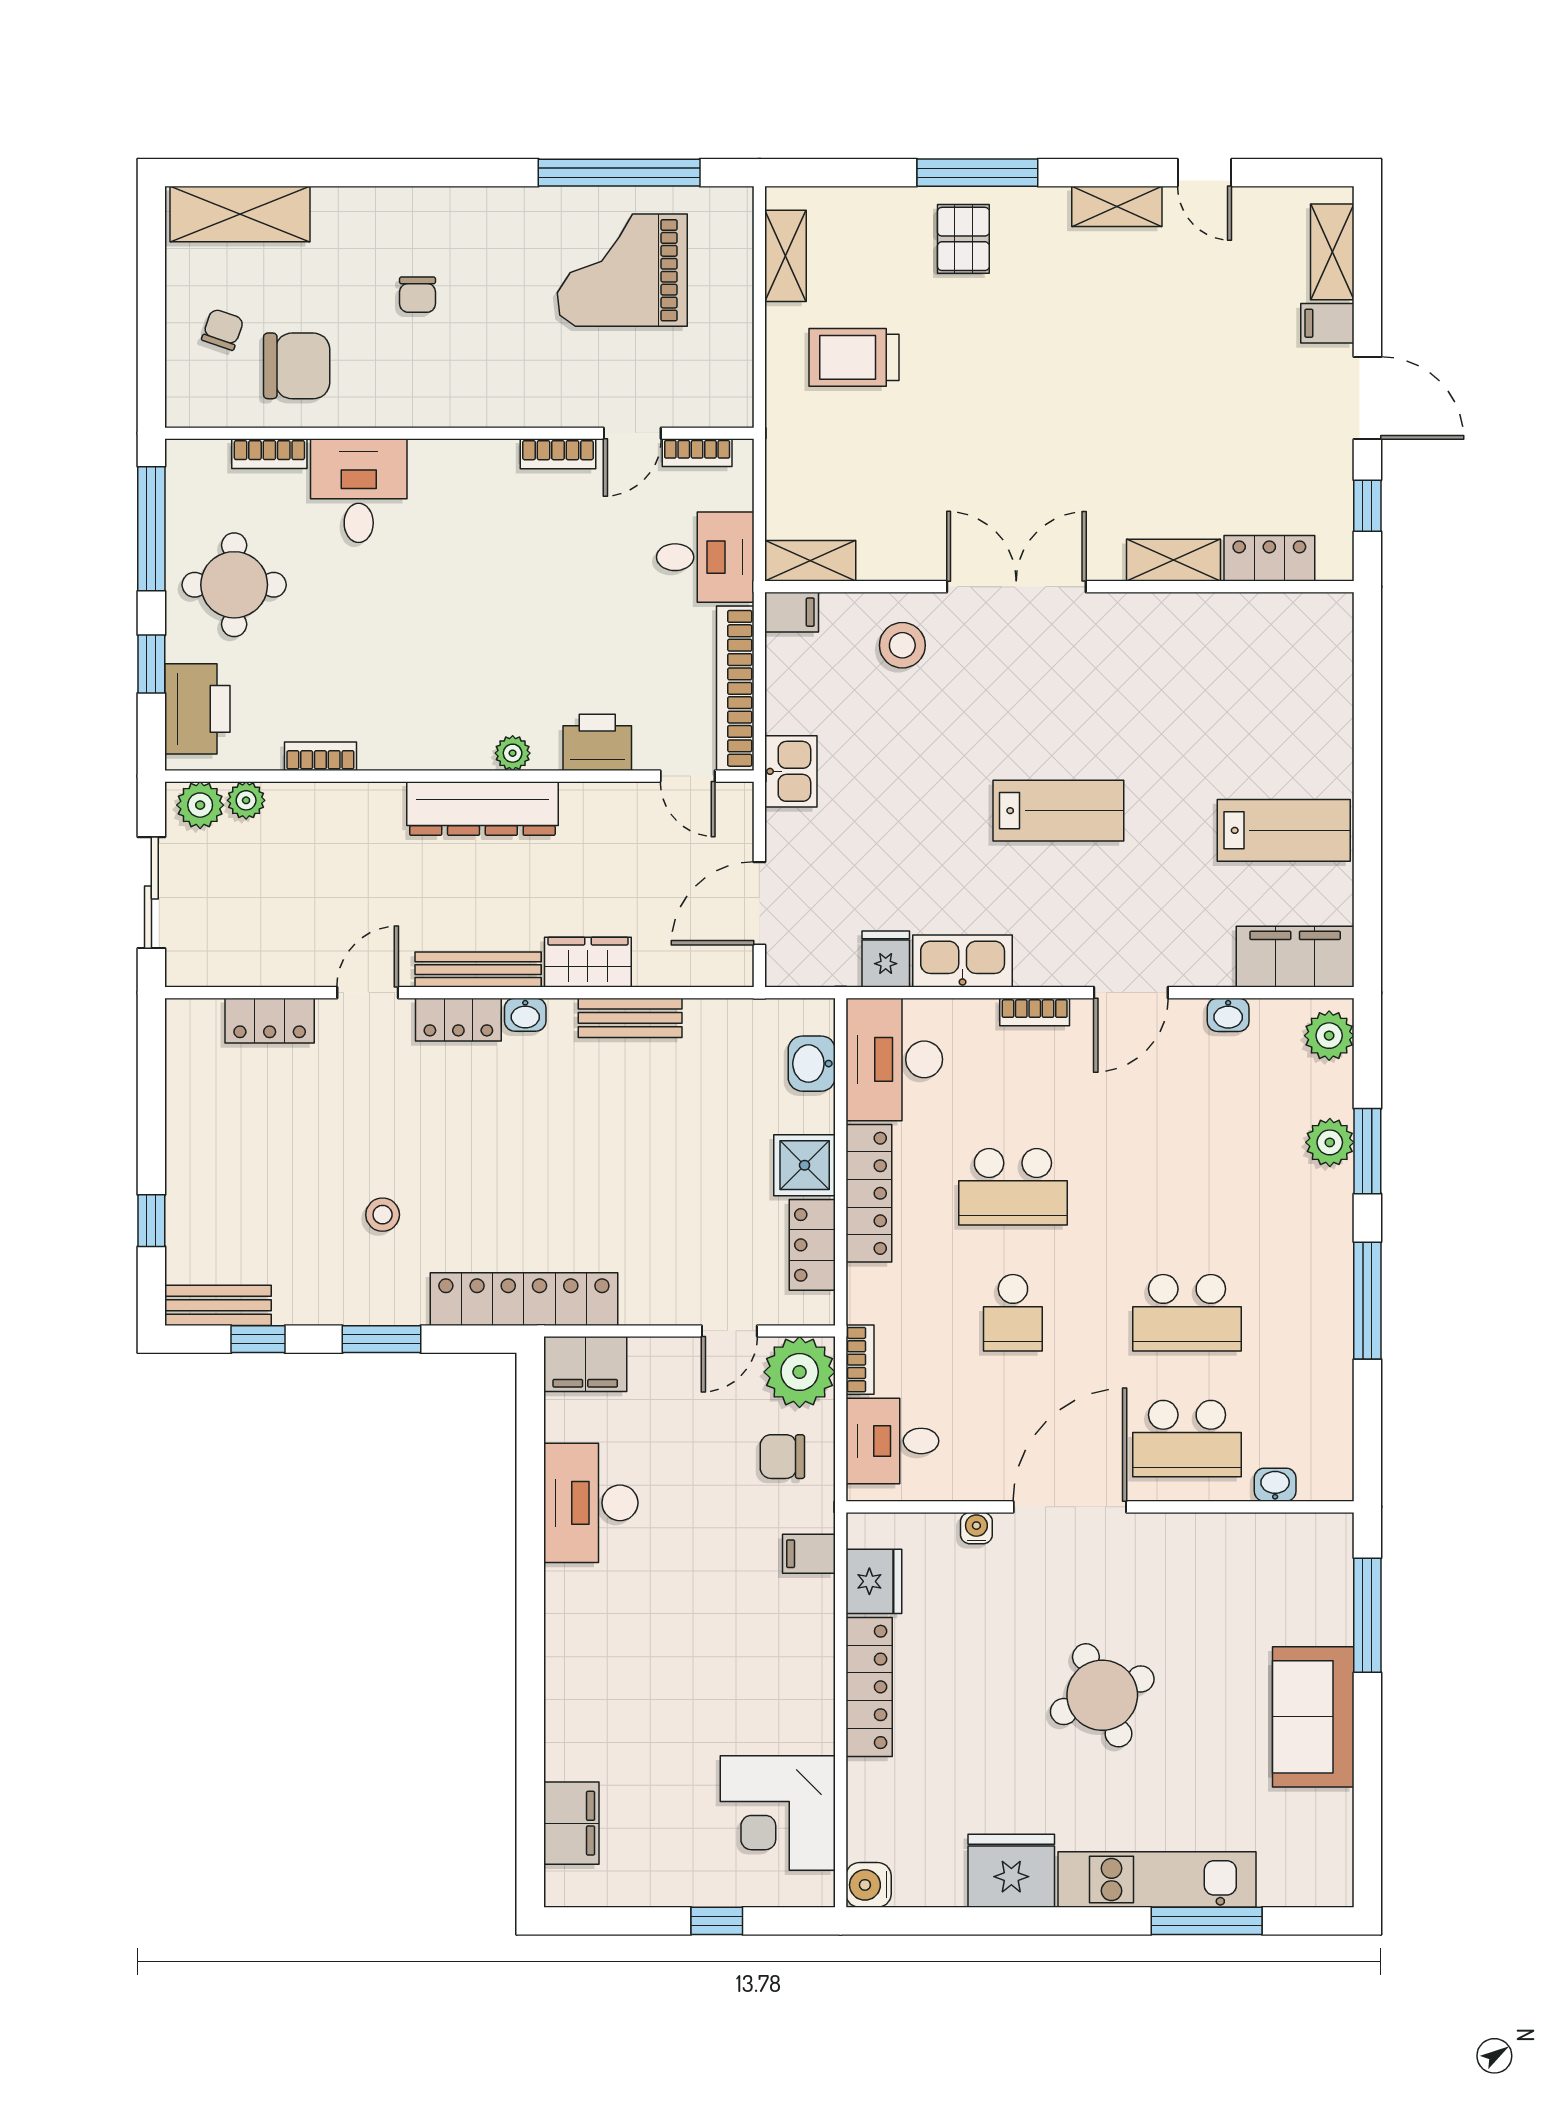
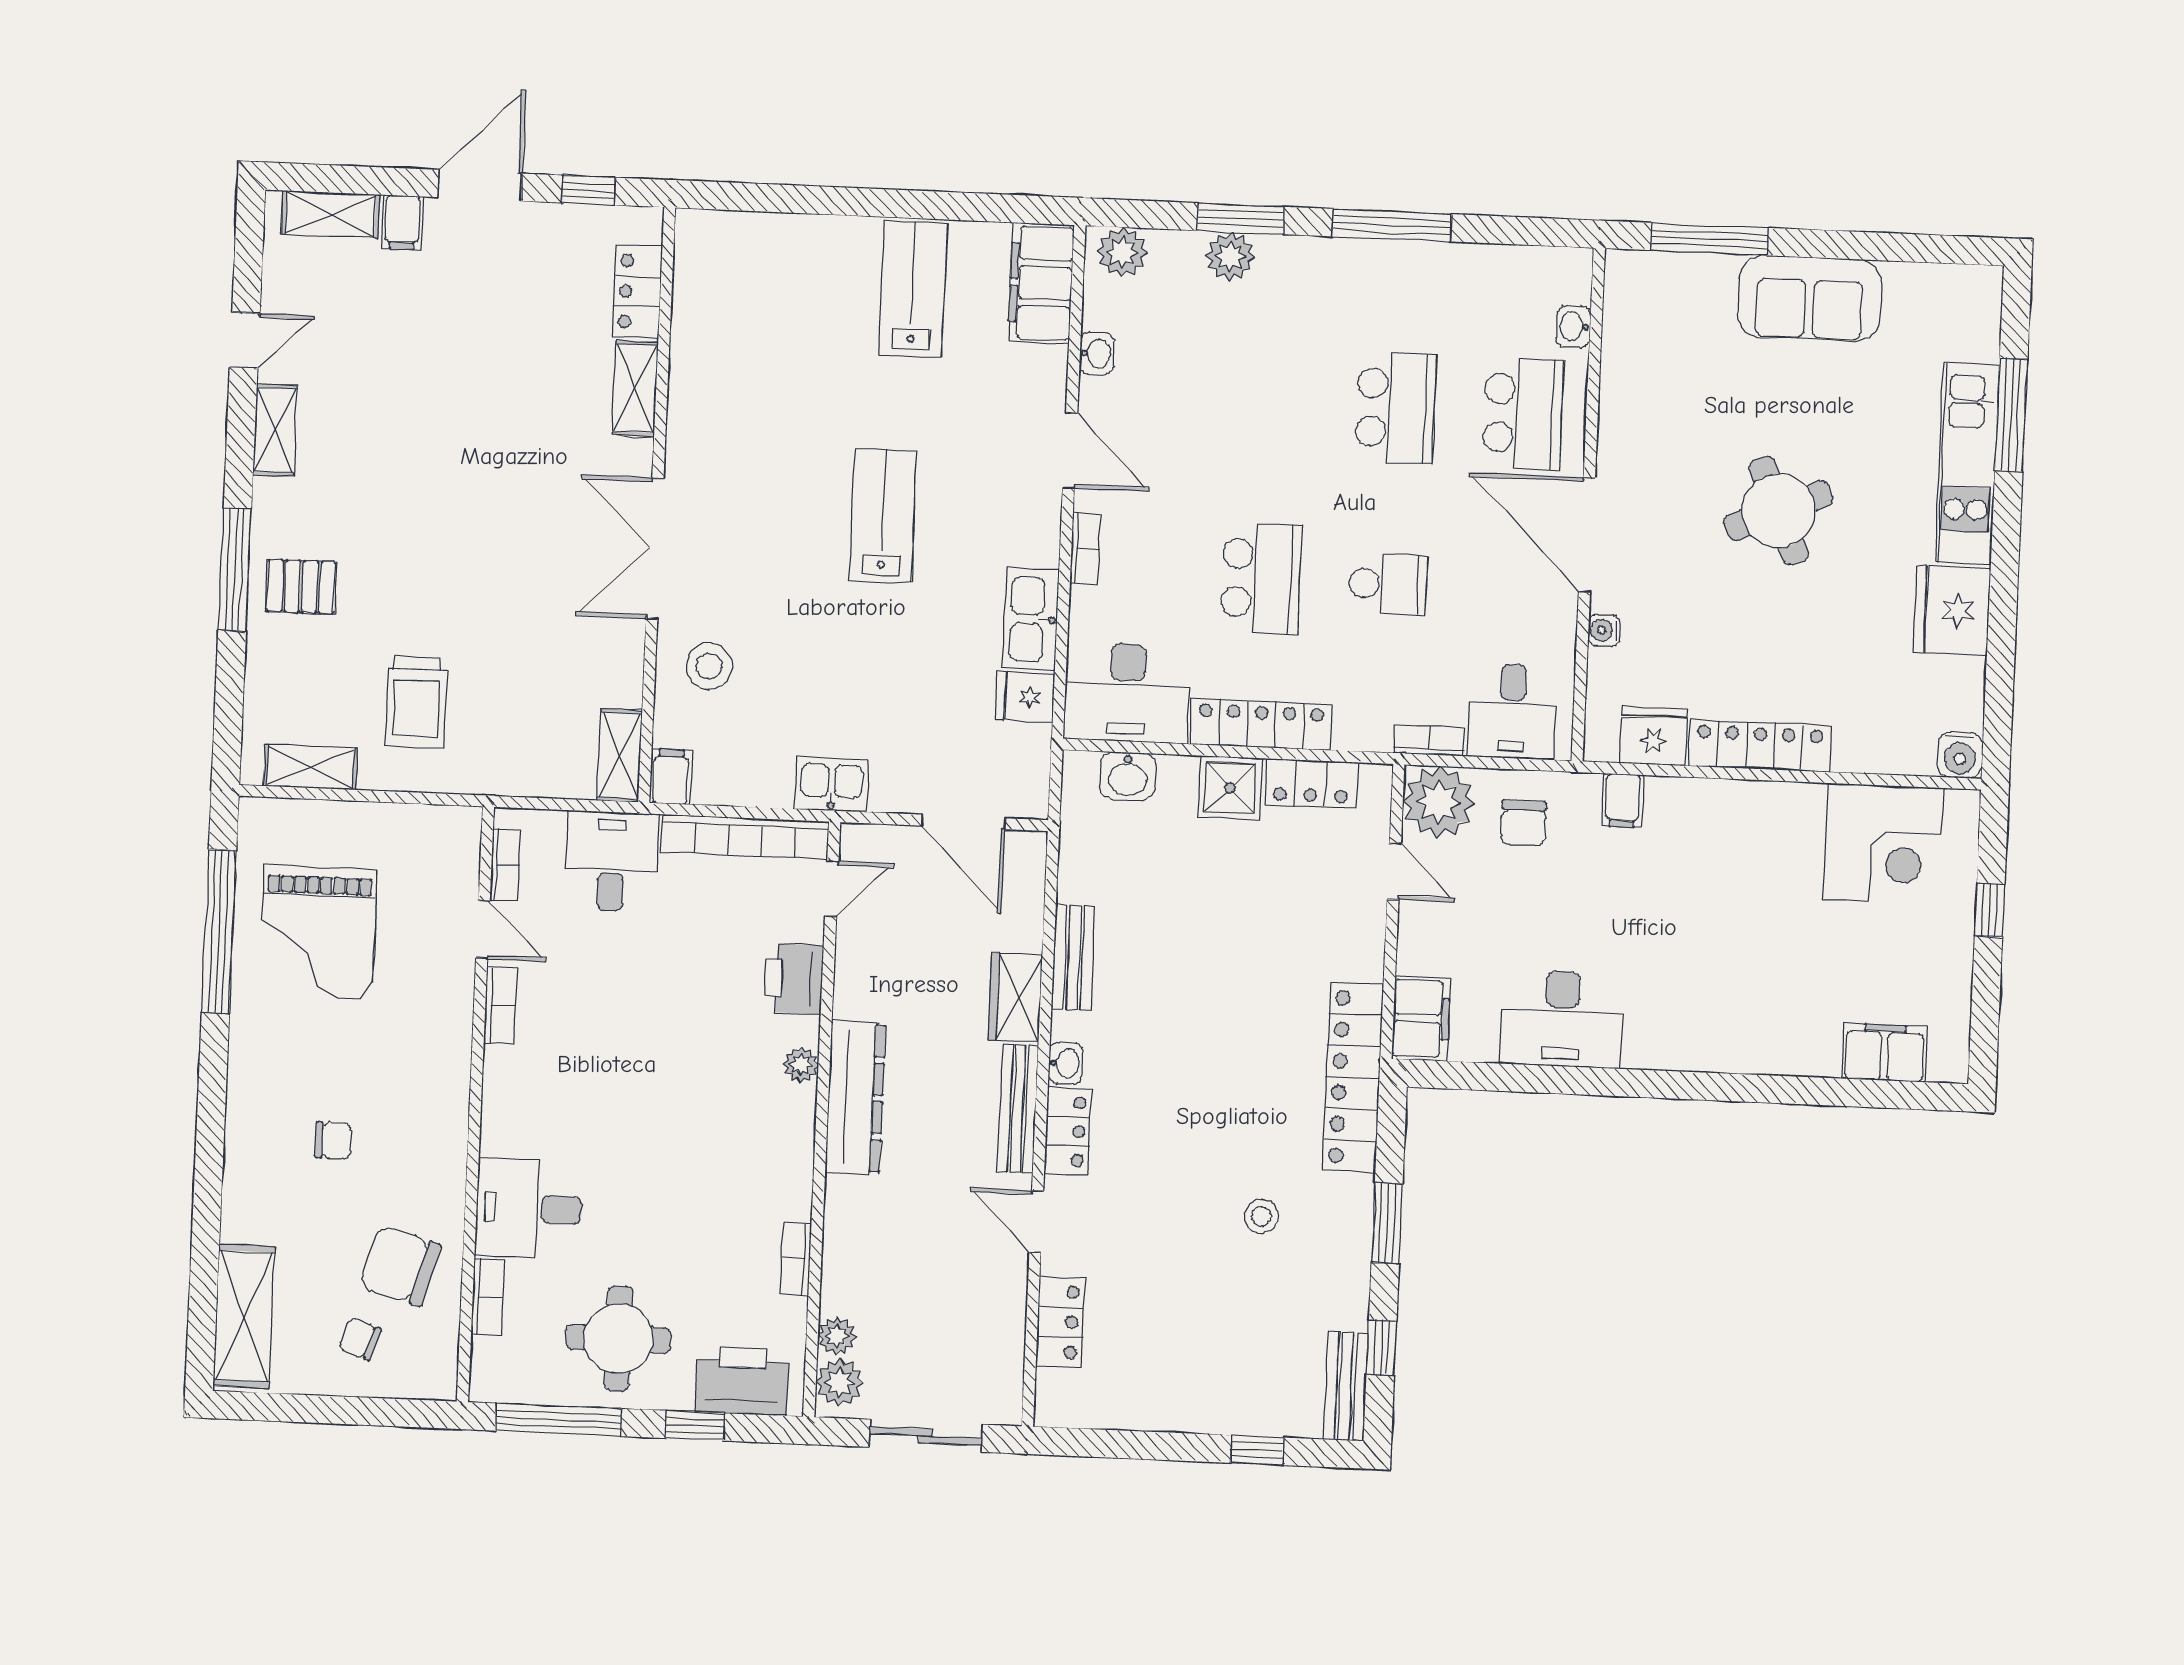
chair: (297, 366) -> (400, 1266), turned -74

